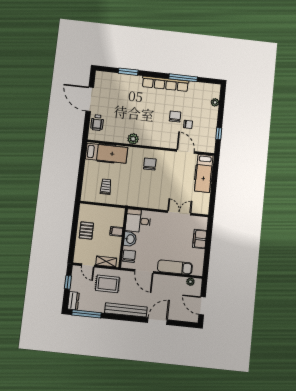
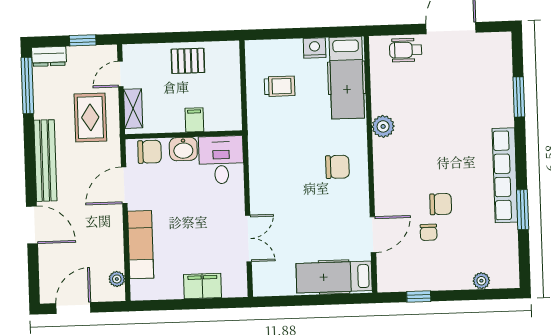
window: (183, 78) -> (523, 210), width x0.69
nightstand: (89, 167) -> (315, 48), added

